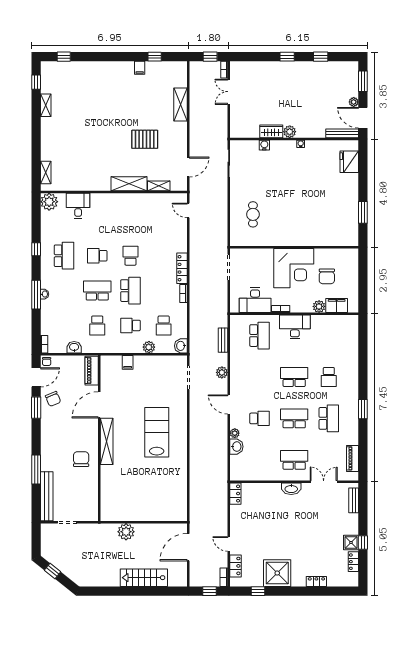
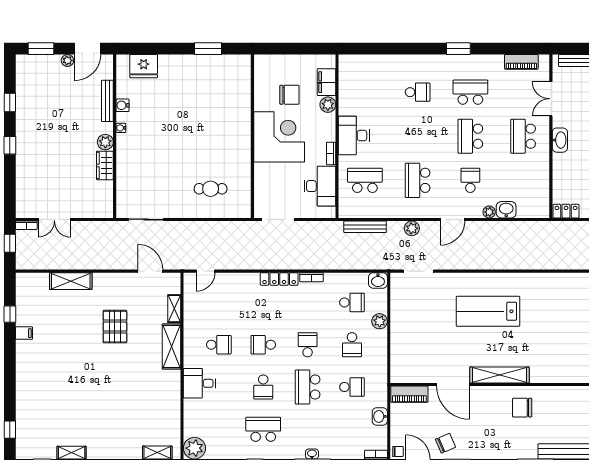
bench: (342, 133) -> (107, 101), moved
water cooler: (264, 145) -> (122, 105), moved
desk: (78, 206) -> (200, 383), moved
school desk: (130, 221) -> (219, 345), added
school desk: (130, 291) -> (308, 345), width x0.54
bench: (223, 340) -> (365, 227), width x1.36
filing cabinet: (128, 362) -> (399, 348), removed
school desk: (294, 377) -> (418, 180), moved

